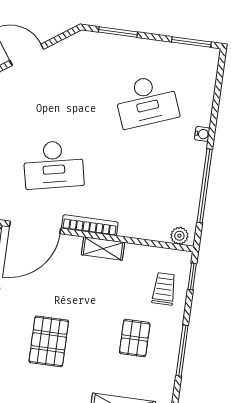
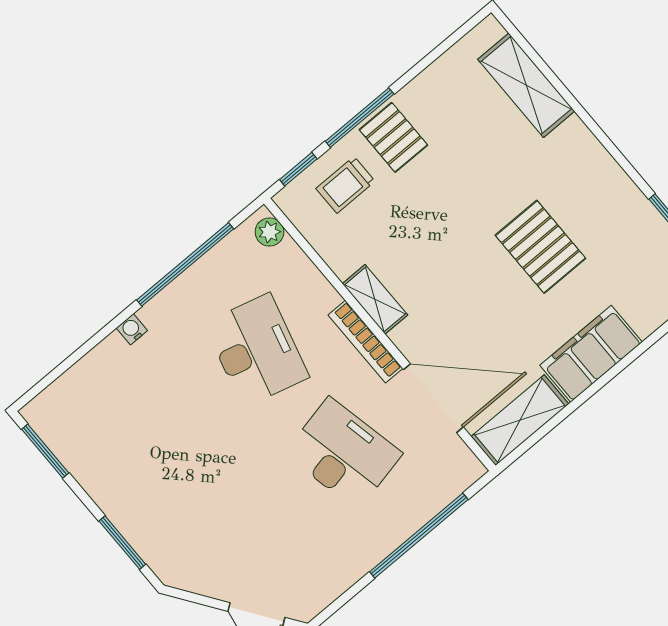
desk: (147, 101) -> (256, 350), moved, turned 36
pallet: (135, 338) -> (393, 137), moved, turned 90
pallet: (49, 341) -> (540, 247), turned 90
window: (182, 351) -> (360, 118), moved

